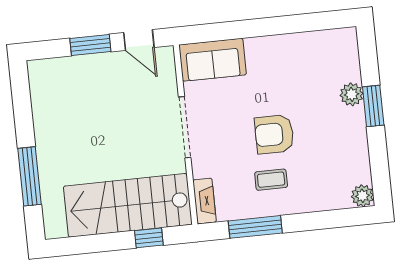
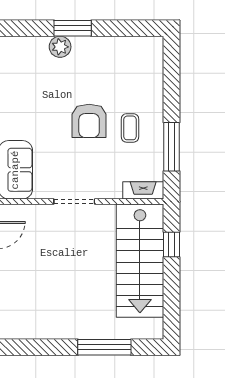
doorway: (185, 127) -> (74, 202), width x0.73
plant: (362, 196) -> (153, 46), removed

